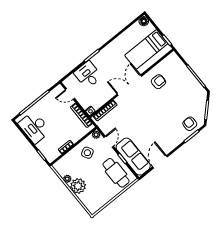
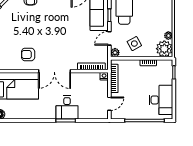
desk: (88, 75) -> (67, 107), moved
door: (70, 94) -> (109, 104), hinge flipped
plant: (78, 186) -> (164, 49), moved

